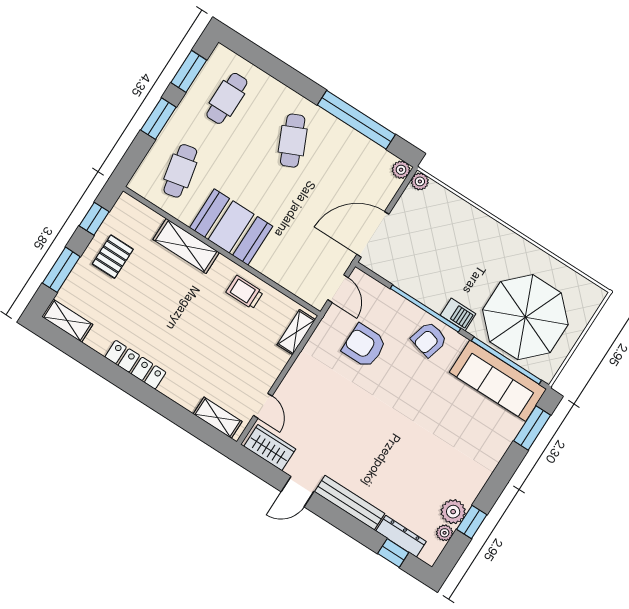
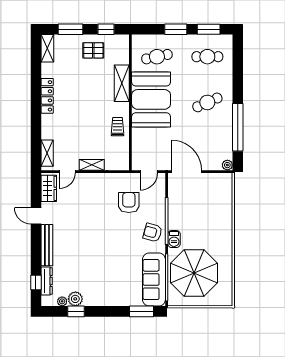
plant: (420, 181) -> (227, 178), removed
booth: (231, 227) -> (151, 99), width x1.36, depth x1.42
shelving: (296, 332) -> (92, 165), moved

